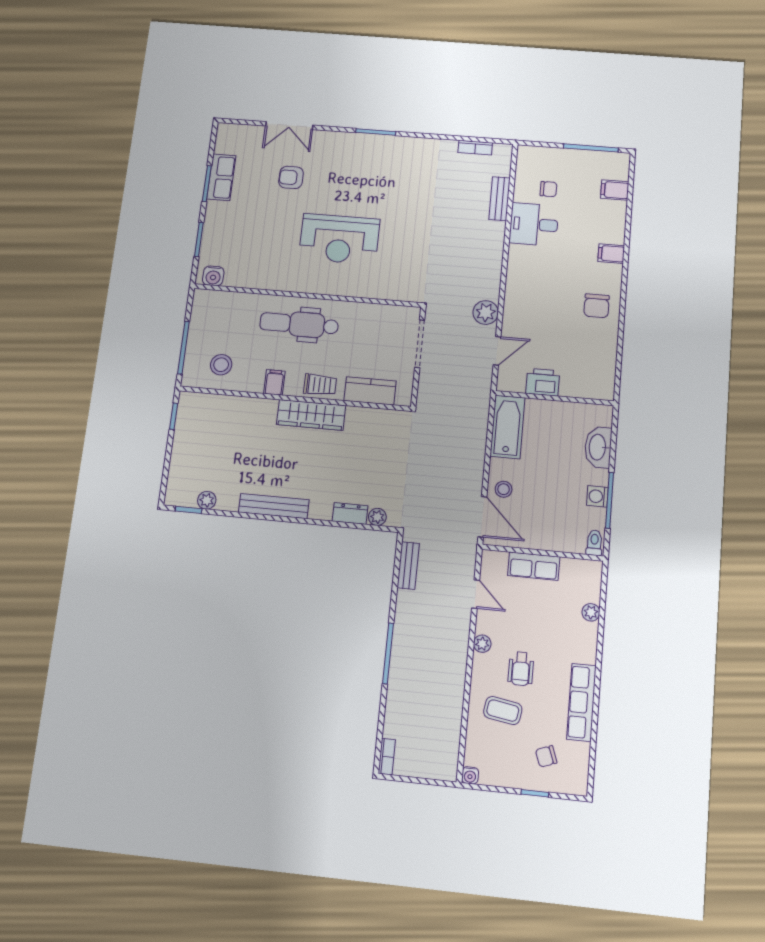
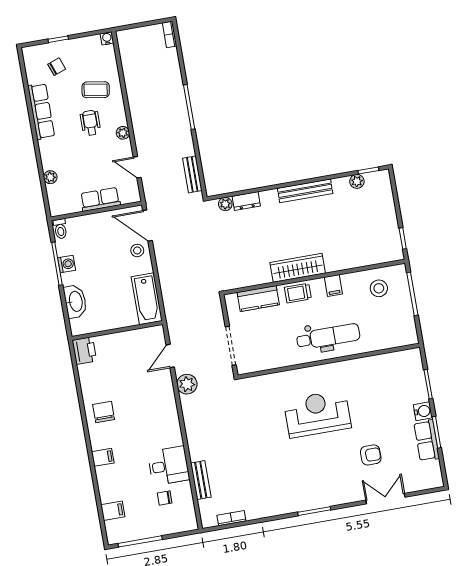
water cooler: (213, 276) -> (423, 411), moved, turned 90
printer: (543, 382) -> (84, 351), moved, turned -90

